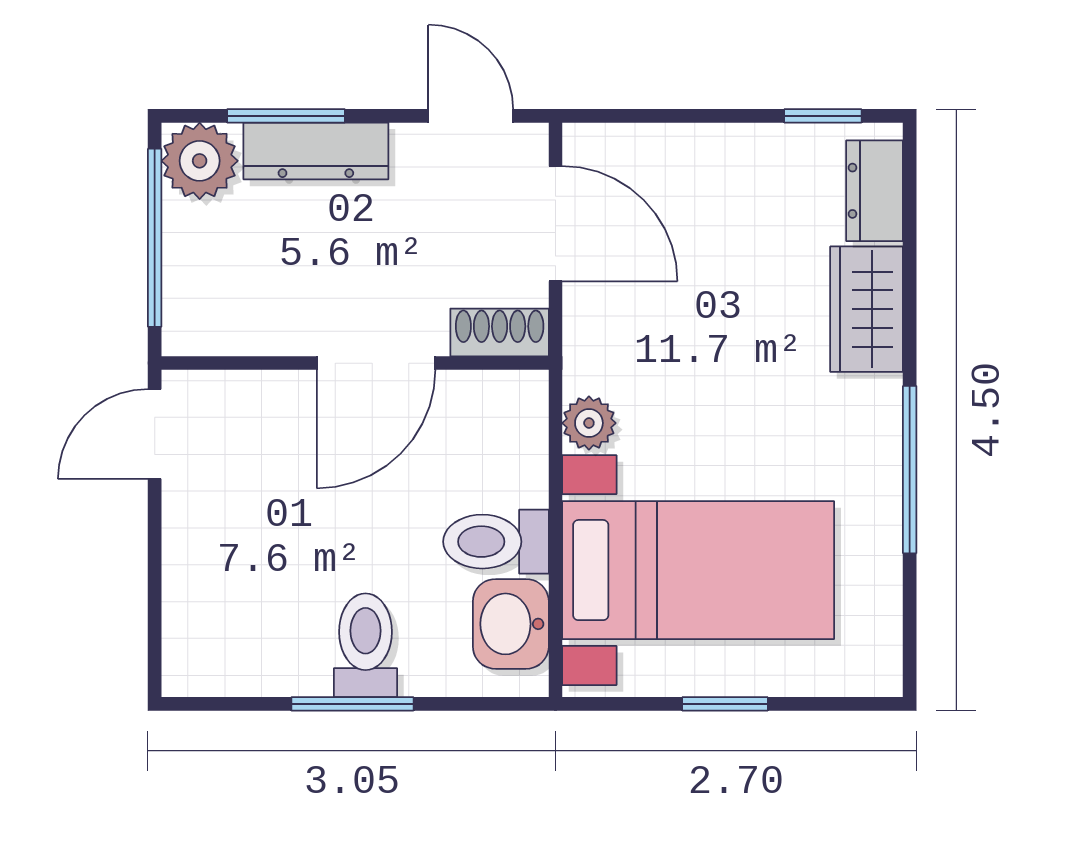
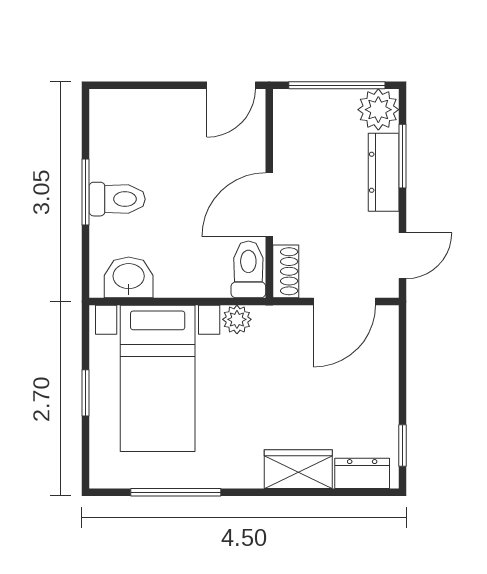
door: (376, 363) -> (269, 205), hinge flipped
door: (155, 434) -> (231, 85), swing flipped
window: (910, 470) -> (176, 492), moved
toilet: (496, 542) -> (248, 269), moved

